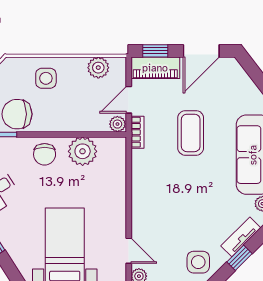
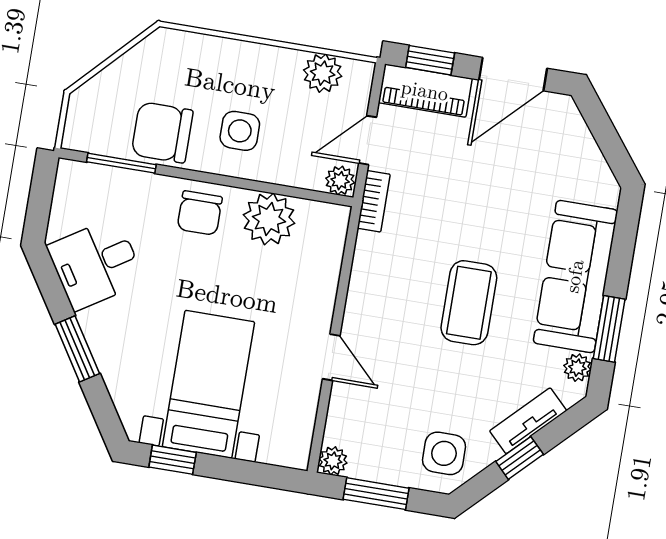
side table: (46, 78) -> (240, 131), moved
coffee table: (191, 133) -> (469, 303), moved
door: (129, 251) -> (331, 357), moved

